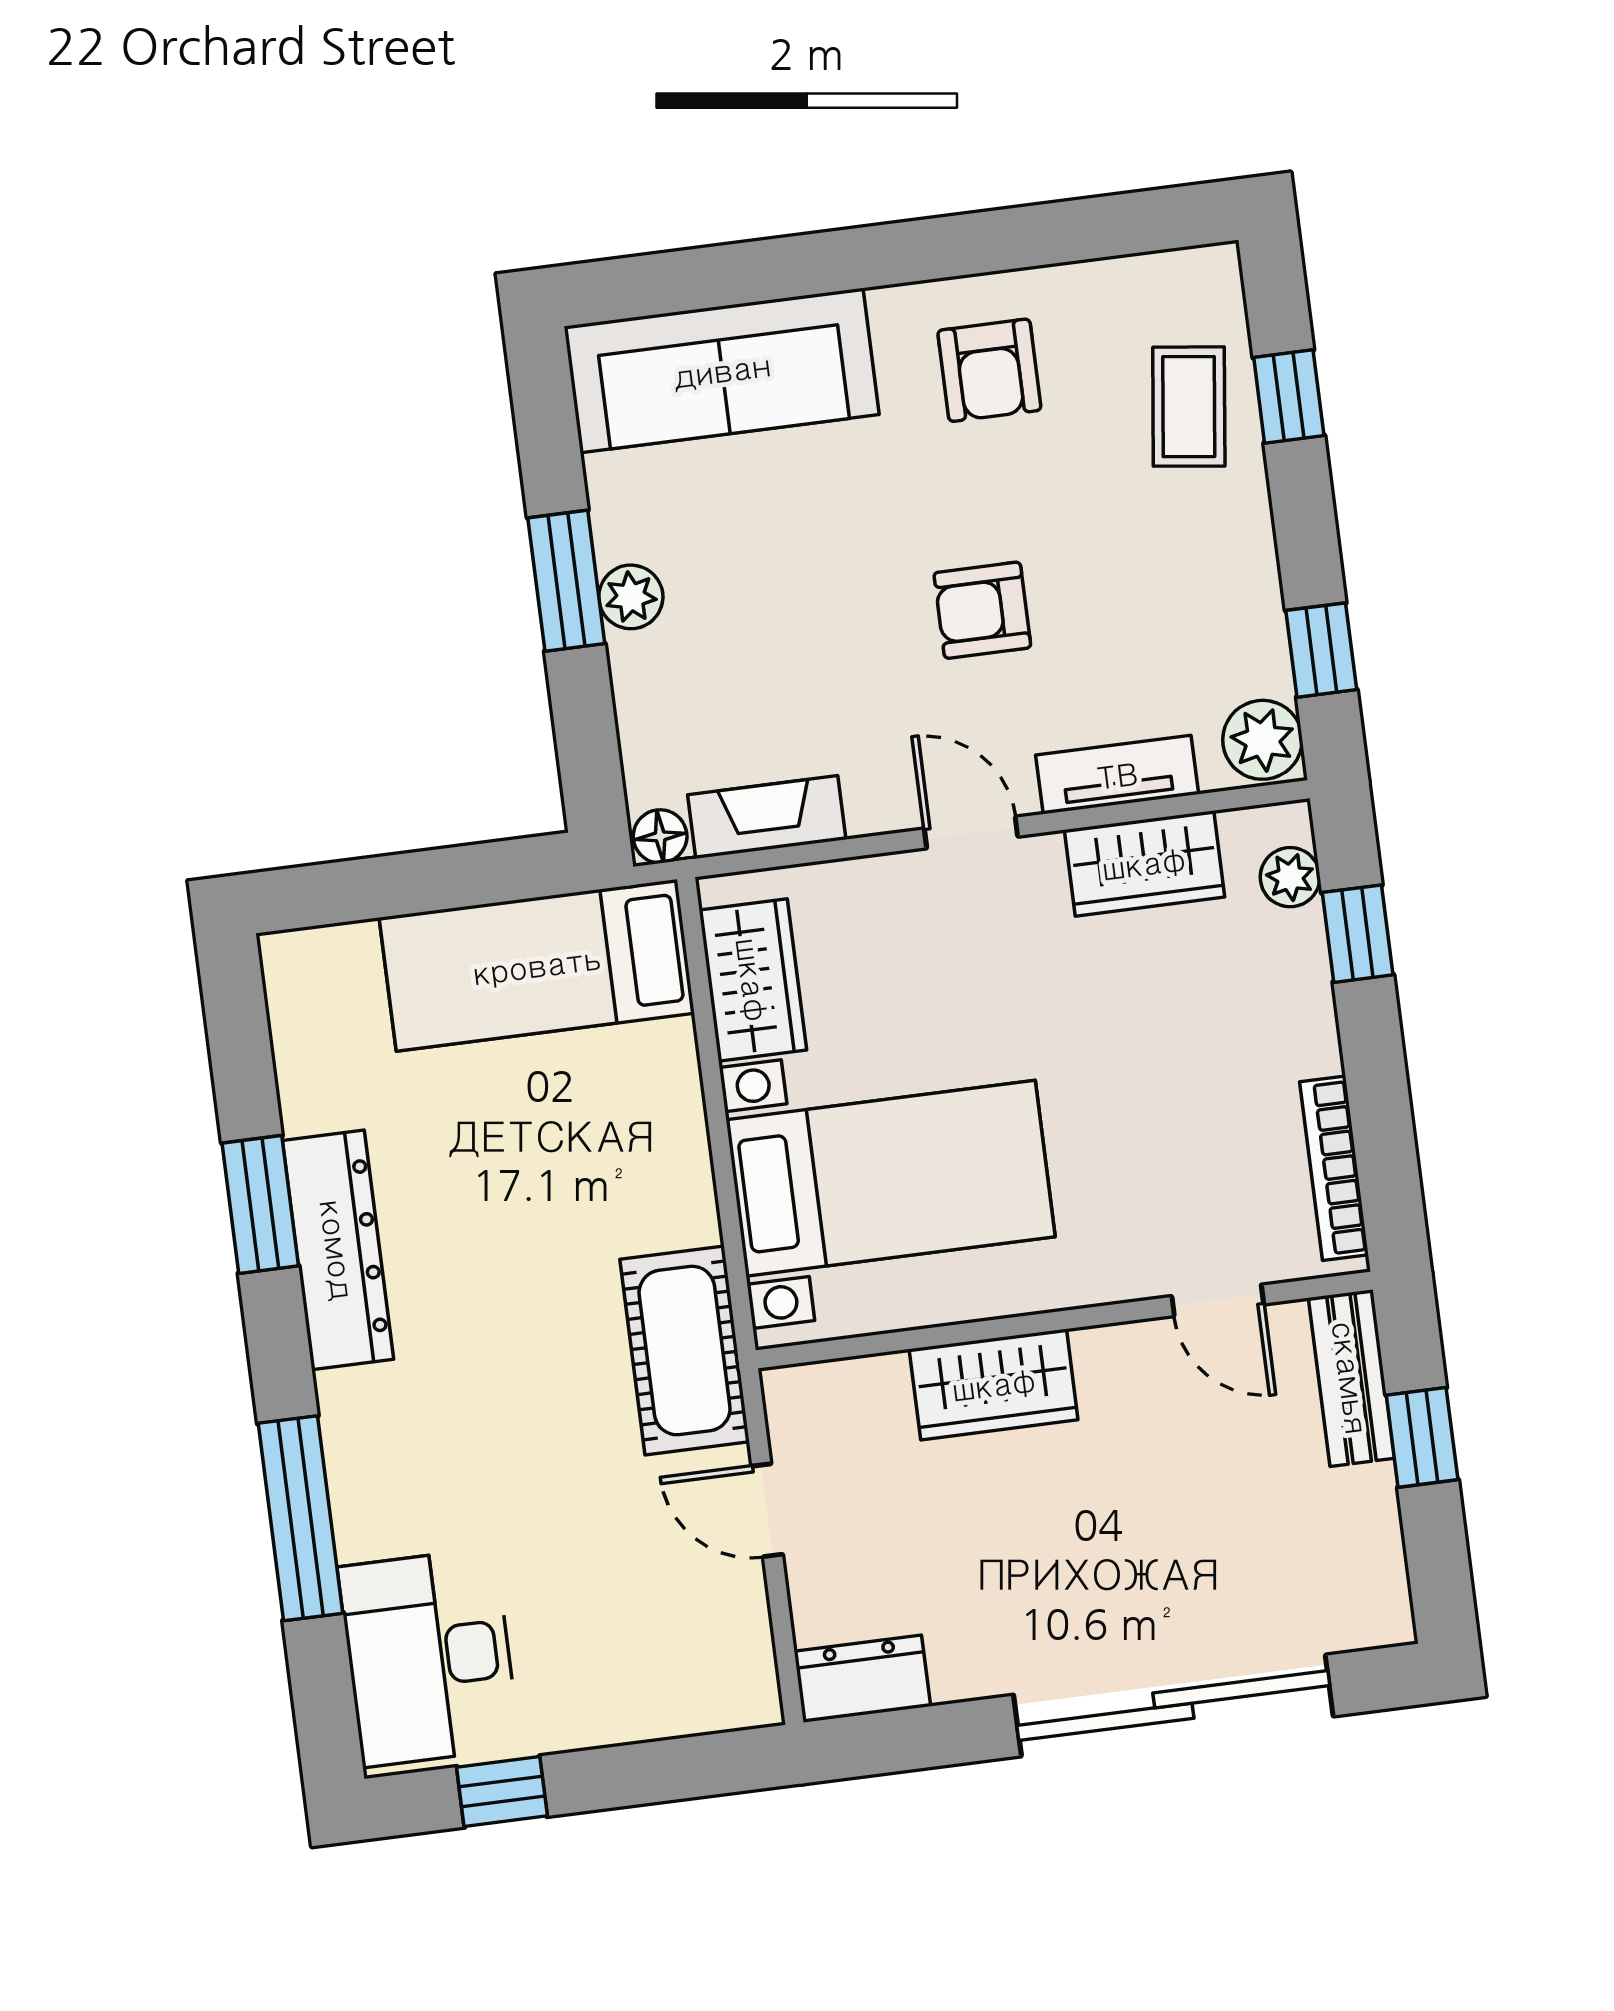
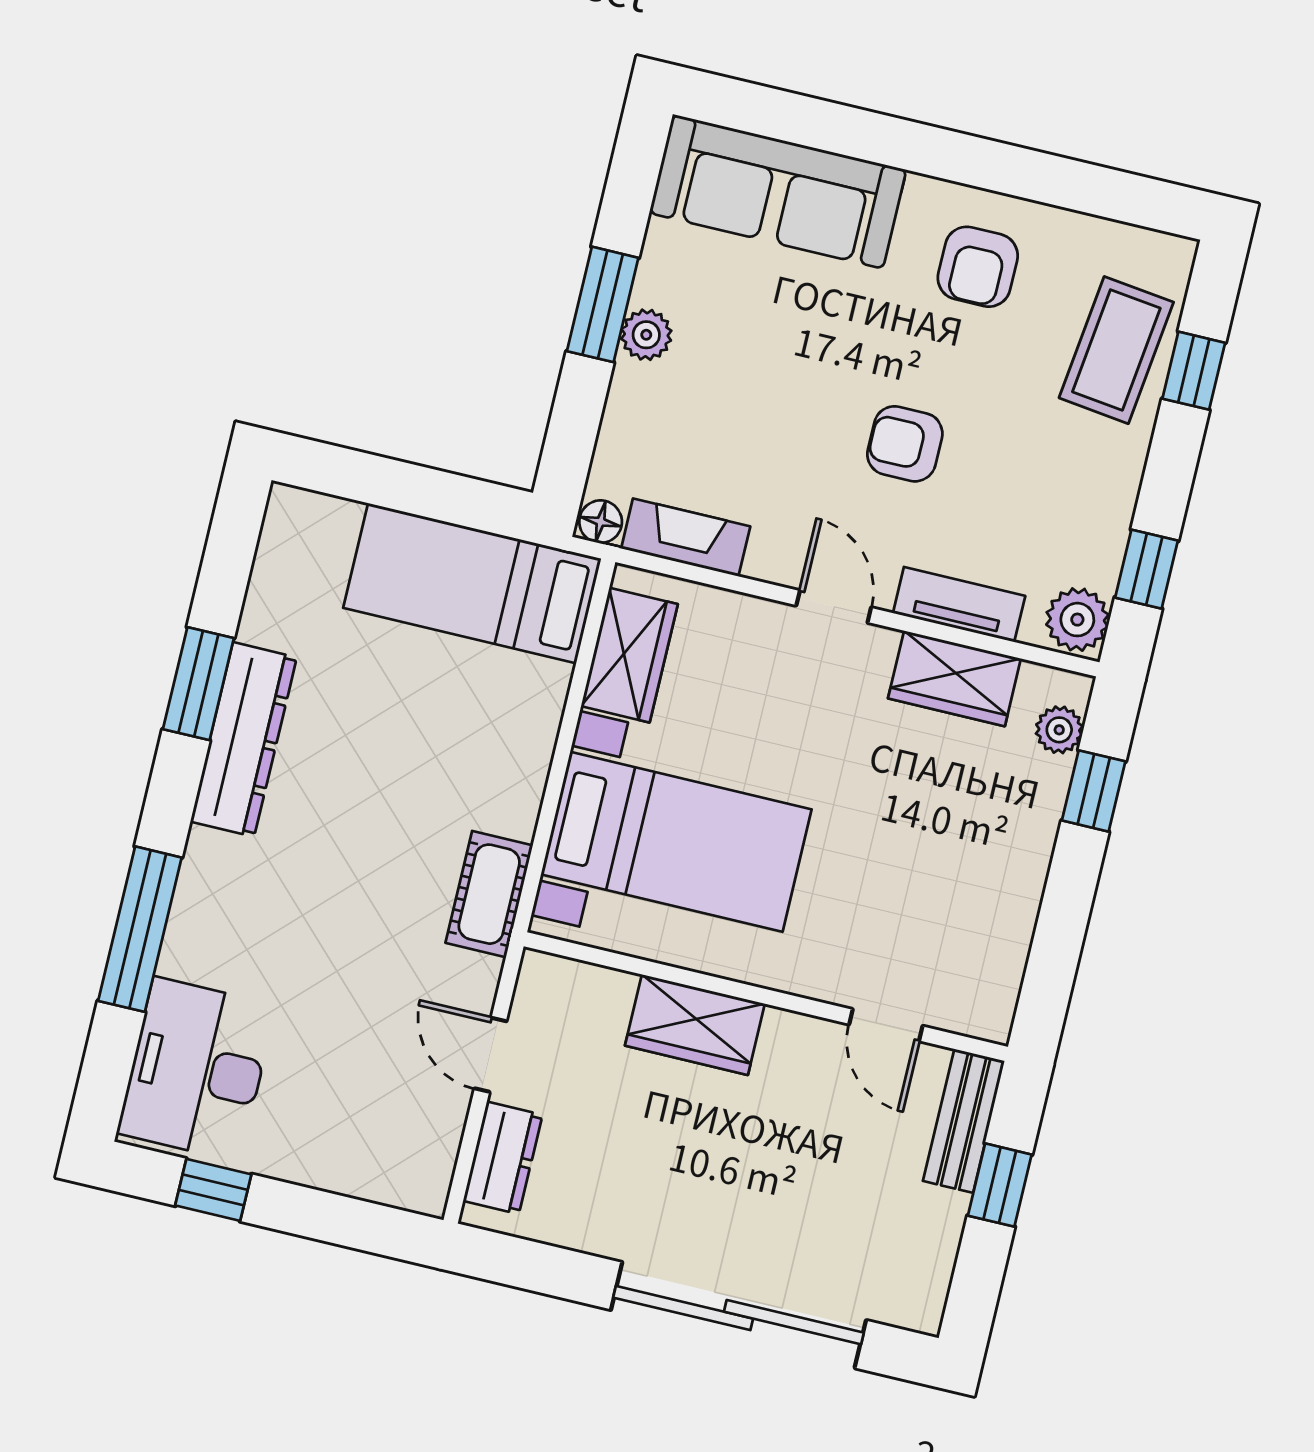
coffee table: (1189, 407) -> (1116, 350), width x1.36, depth x1.30
bookcase: (1334, 1168) -> (1010, 959), removed
cot: (685, 1351) -> (489, 894), width x0.73, depth x0.75
dresser: (862, 1679) -> (503, 1158), moved, turned 90

